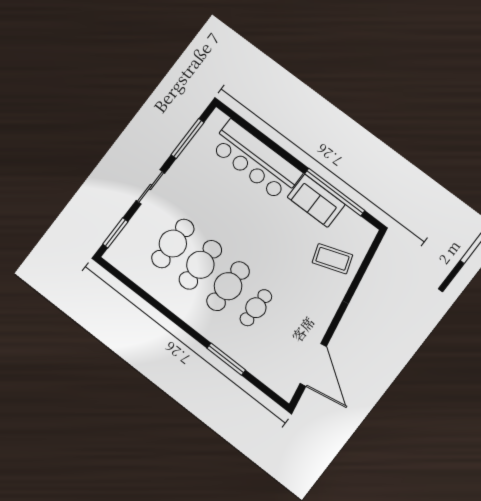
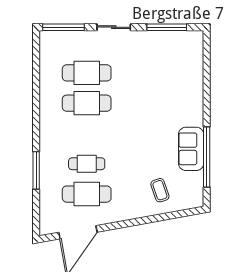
bar counter: (256, 160) -> (187, 86), removed
window: (115, 233) -> (63, 27), width x1.44
coffee table: (332, 259) -> (160, 190), width x0.73, depth x0.77
cafe table: (228, 286) -> (87, 194), moved

